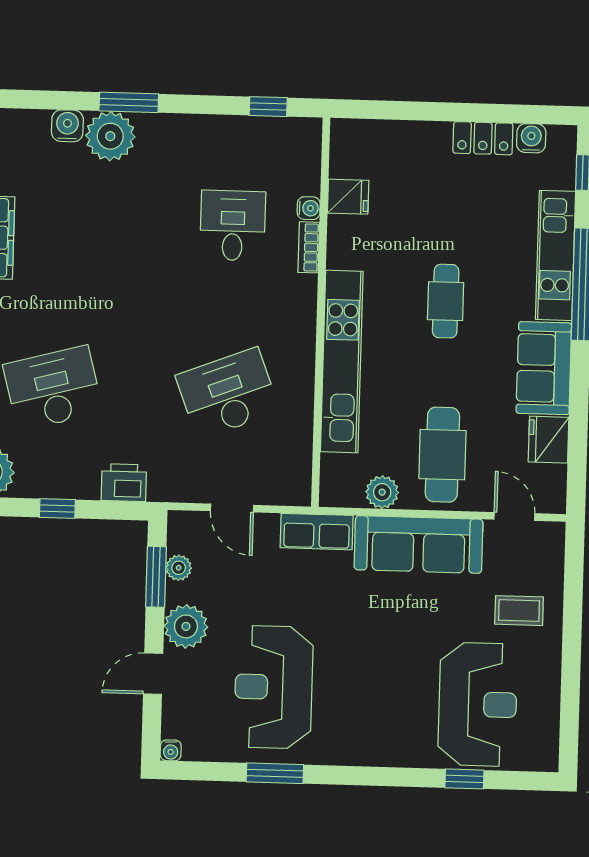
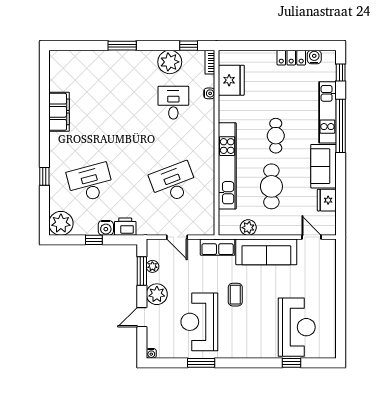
water cooler: (67, 126) -> (106, 228), moved, turned 180
plant: (110, 136) -> (170, 62), moved
fridge: (348, 197) -> (231, 80), width x1.88, depth x1.34
bookcase: (309, 247) -> (210, 62), moved
cafe table: (442, 455) -> (271, 186), moved
coffee table: (519, 611) -> (235, 295), moved, turned 90

